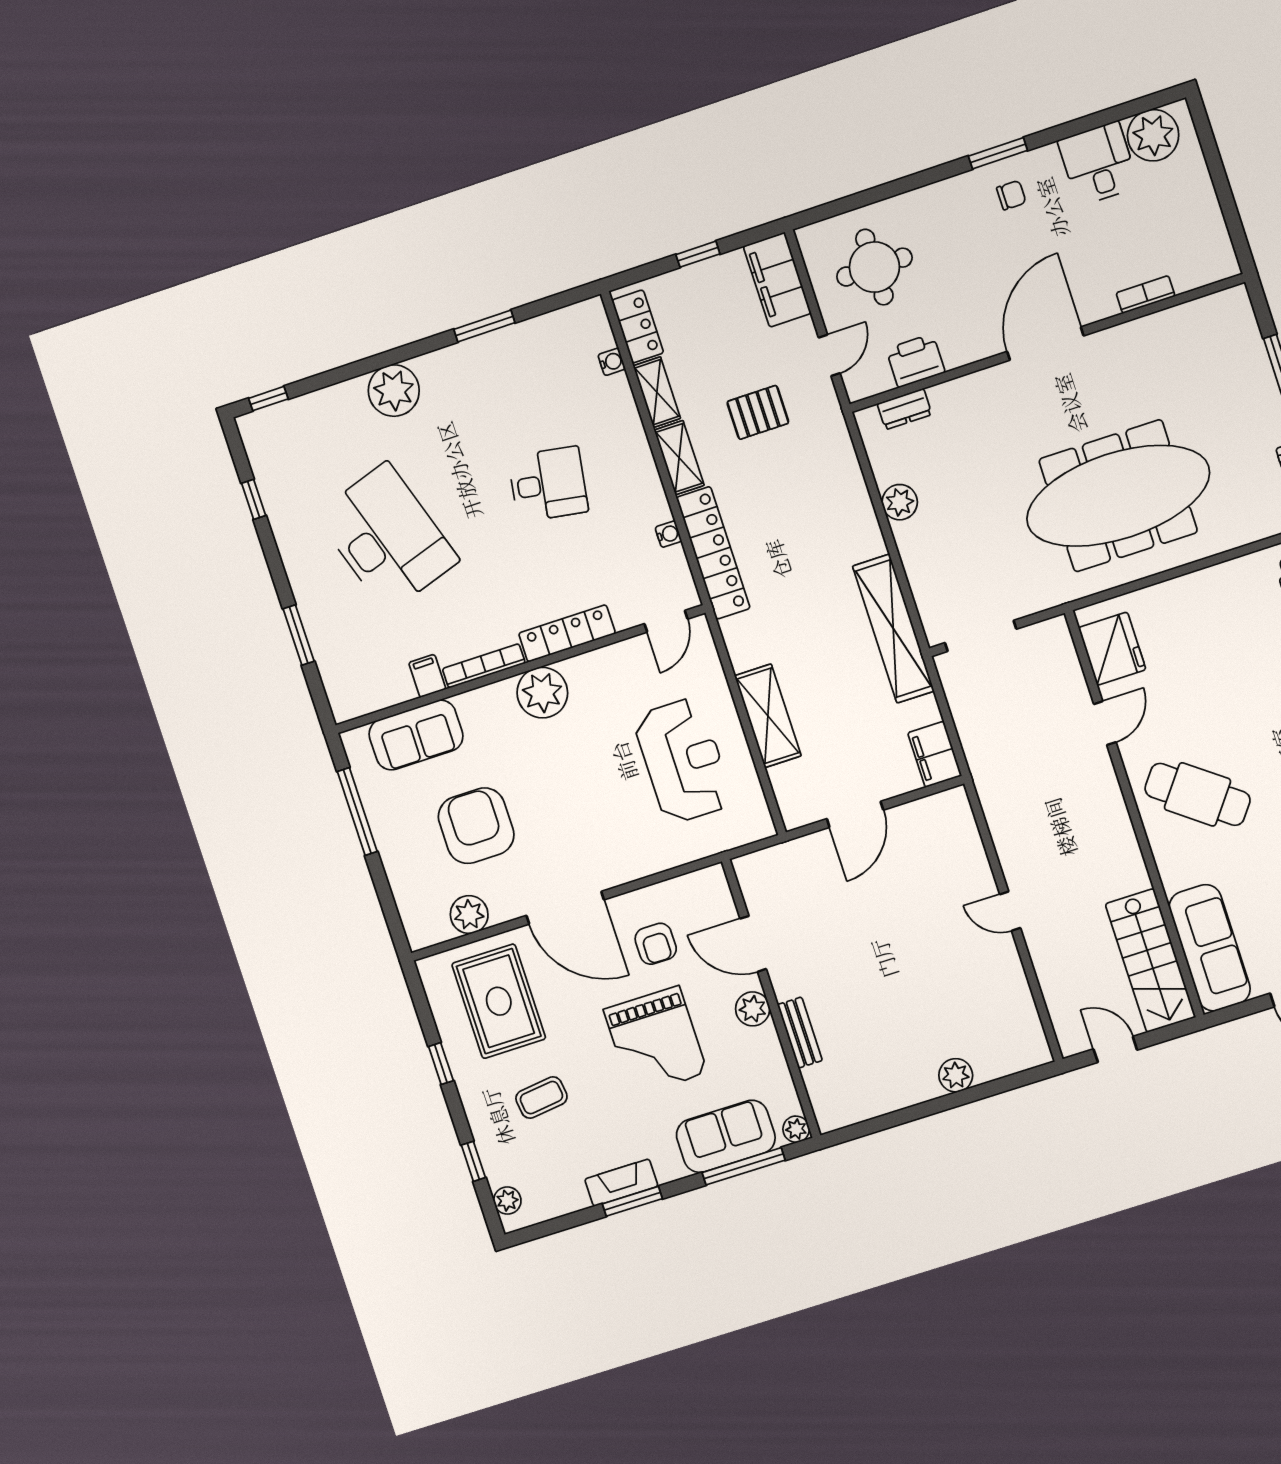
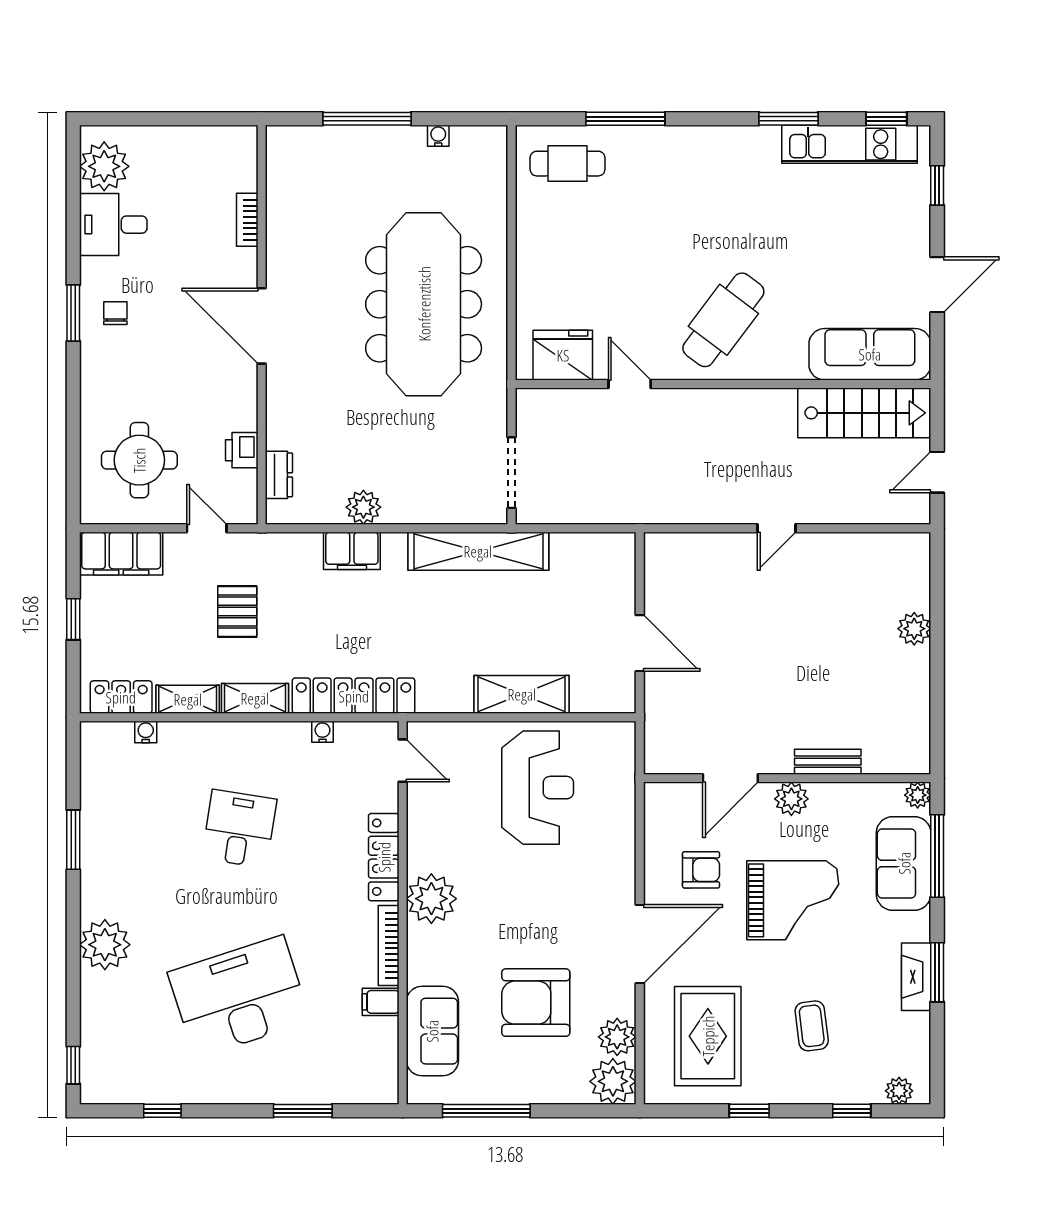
printer: (916, 361) -> (242, 450), width x0.73, depth x0.81
filing cabinet: (935, 754) -> (352, 551), moved
reception desk: (683, 761) -> (538, 788), turned 90
plant: (426, 924) -> (613, 1081), added
rug: (499, 1001) -> (708, 1036), turned 90

